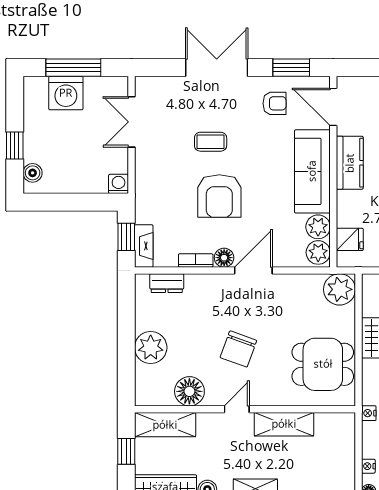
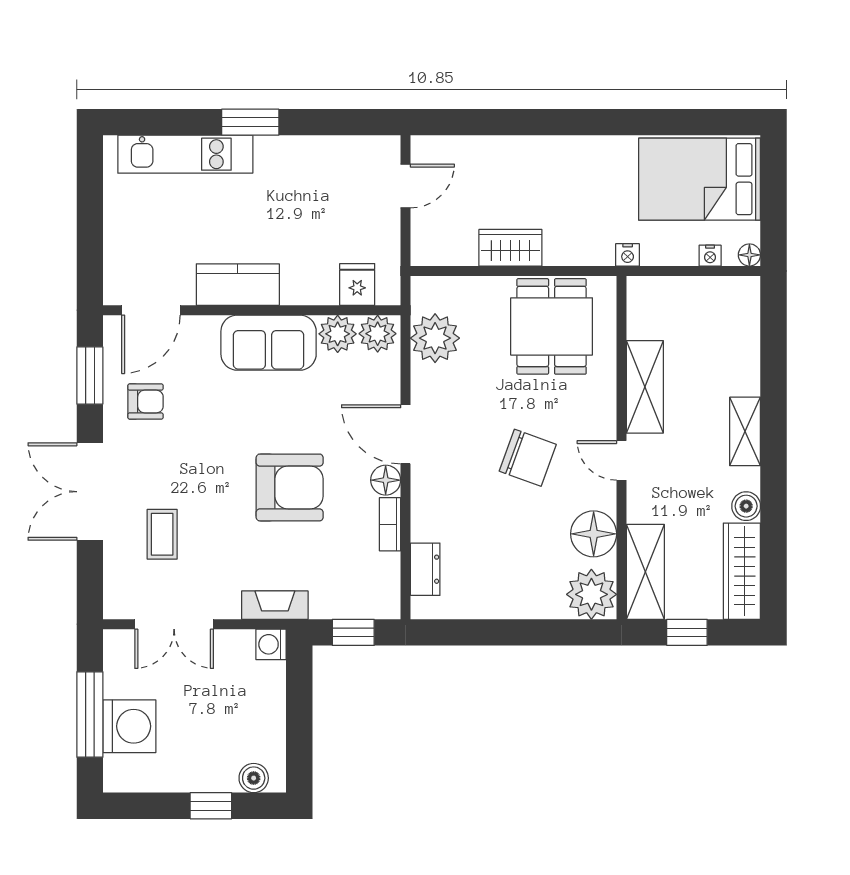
armchair: (275, 103) -> (145, 402), turned 90
coffee table: (211, 142) -> (162, 534), moved
sofa: (312, 171) -> (269, 343), width x0.73
fireplace: (144, 246) -> (275, 605), moved
plant: (340, 289) -> (435, 338), moved
plant: (151, 348) -> (591, 594), moved

